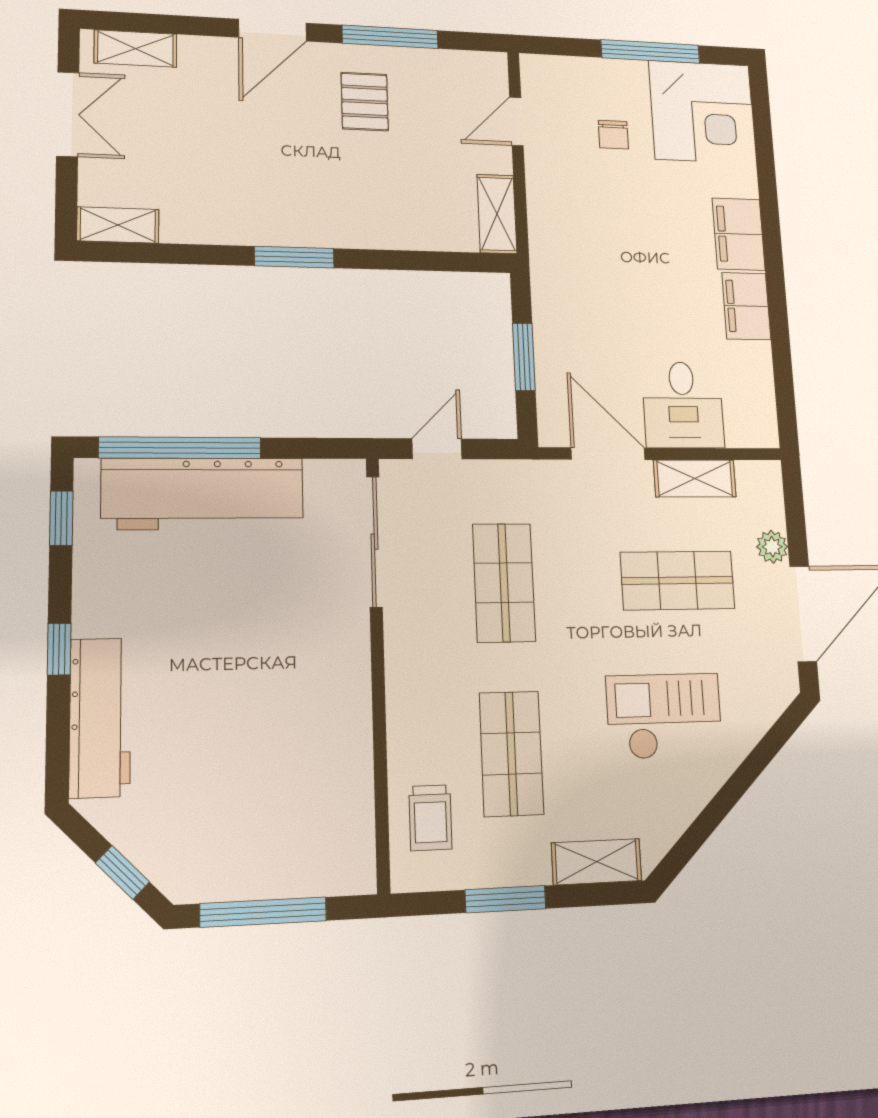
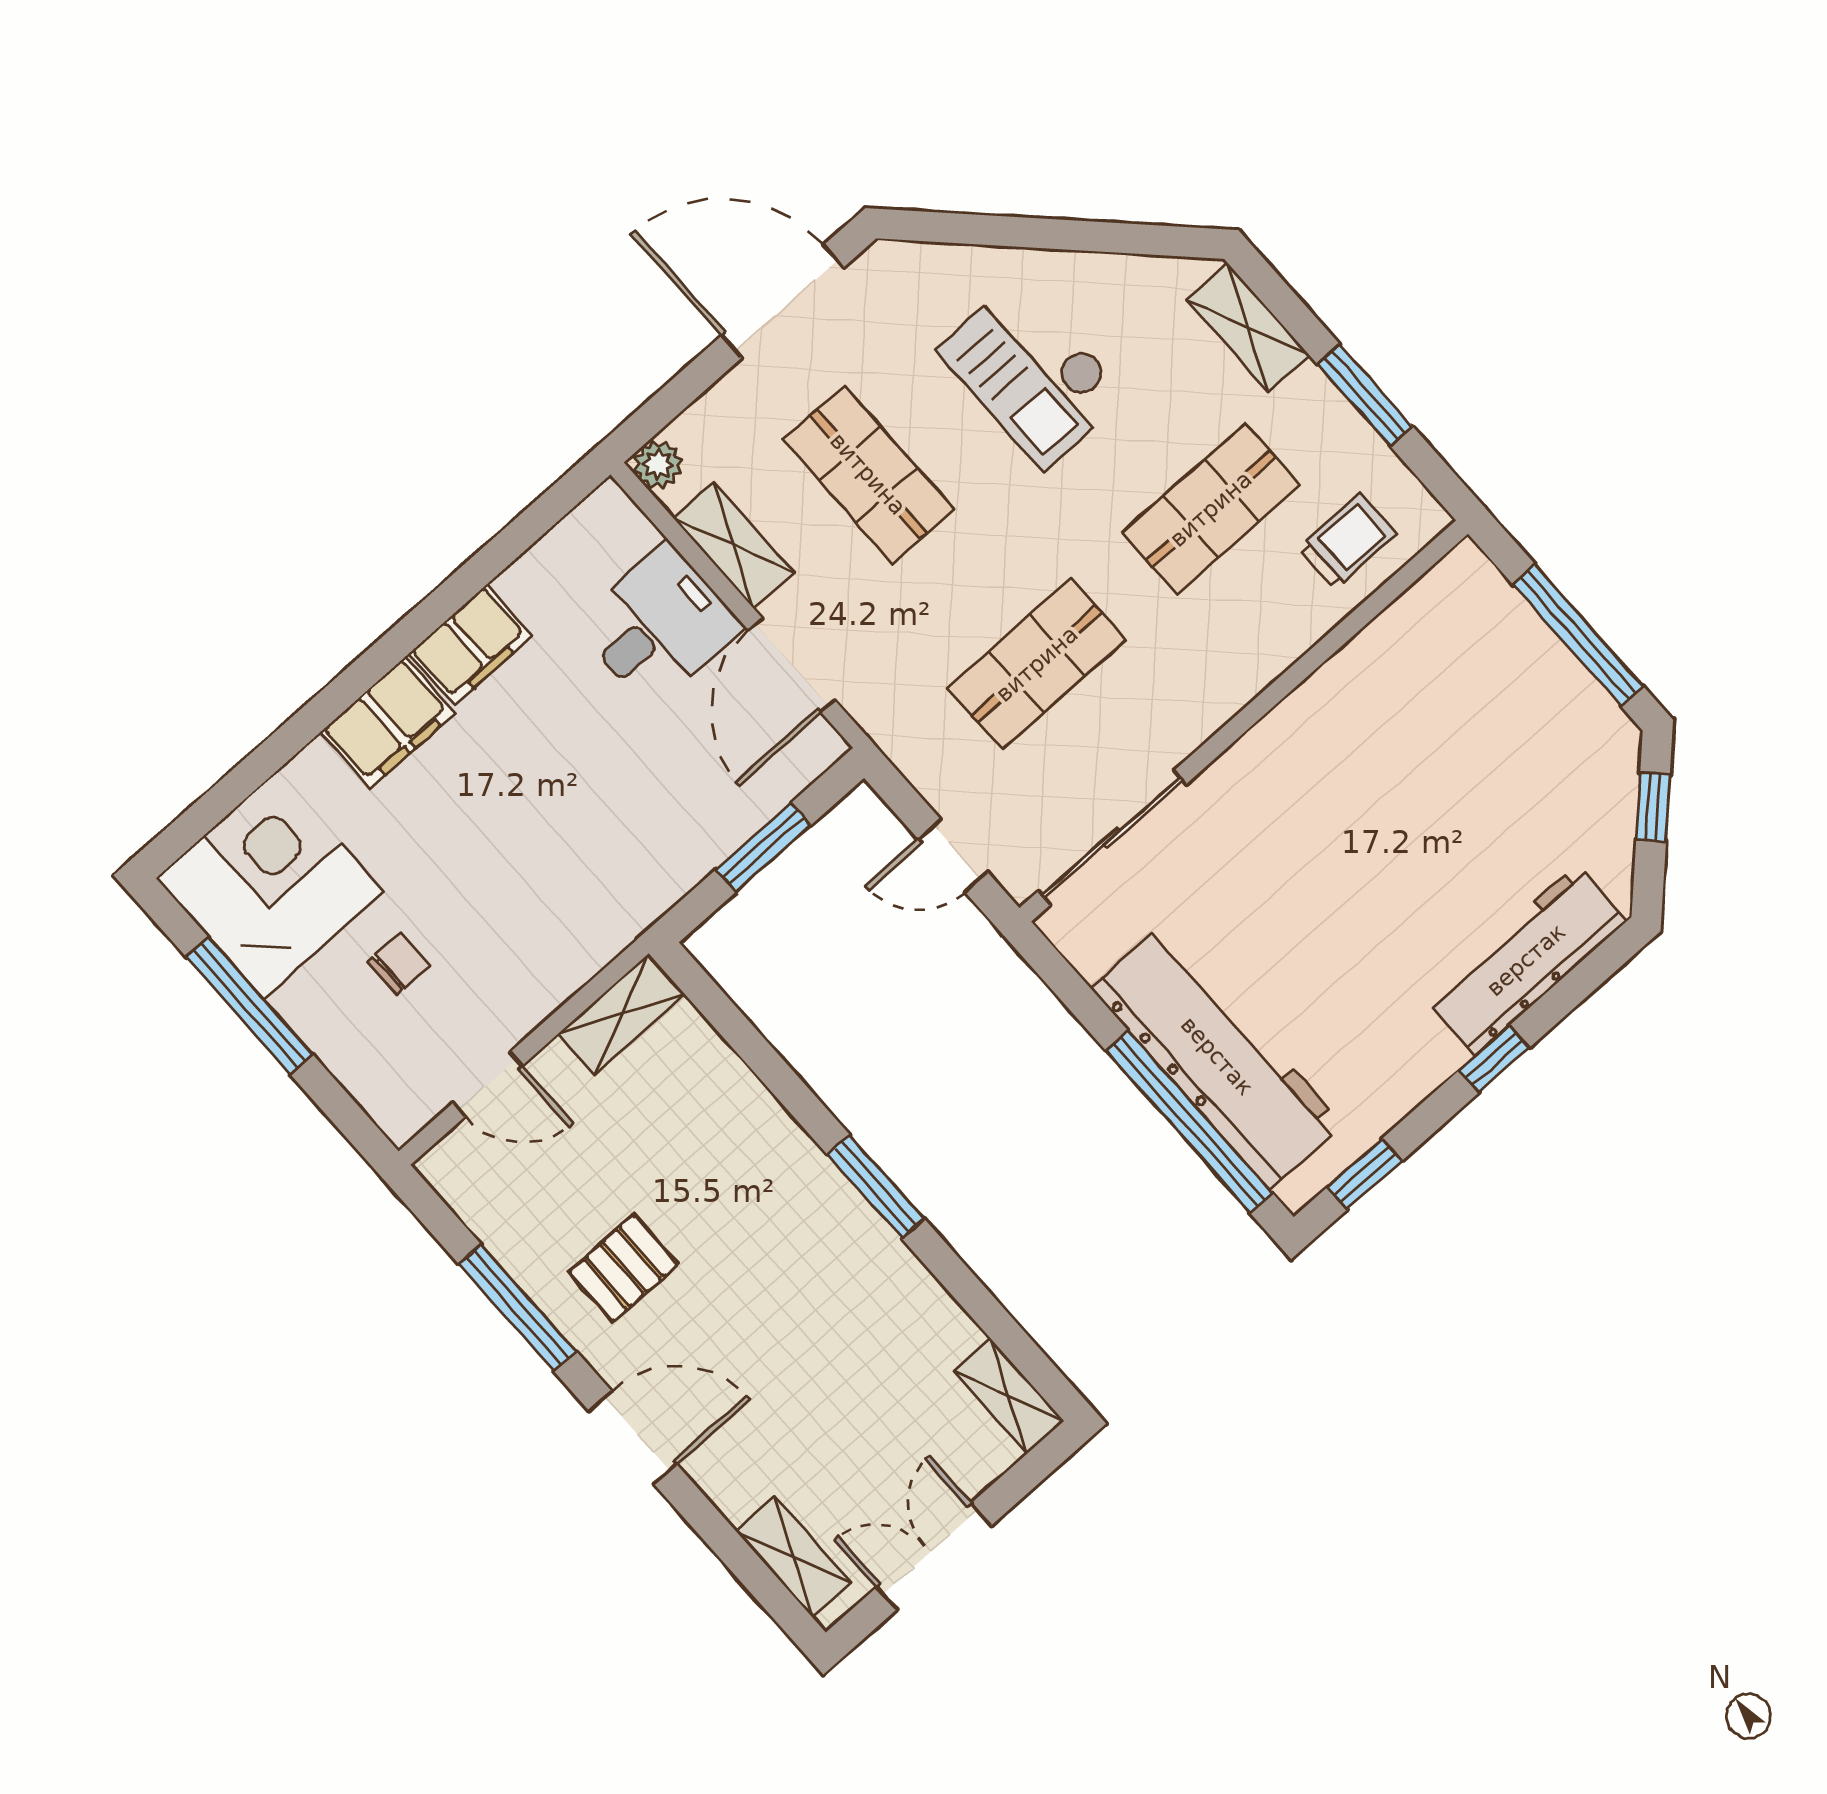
plant: (772, 547) -> (658, 465), moved

